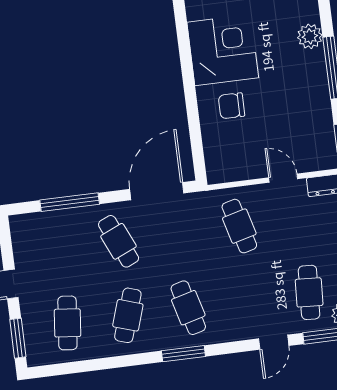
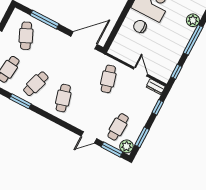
cafe table: (119, 241) -> (26, 36), moved
window: (183, 354) -> (20, 101), moved

